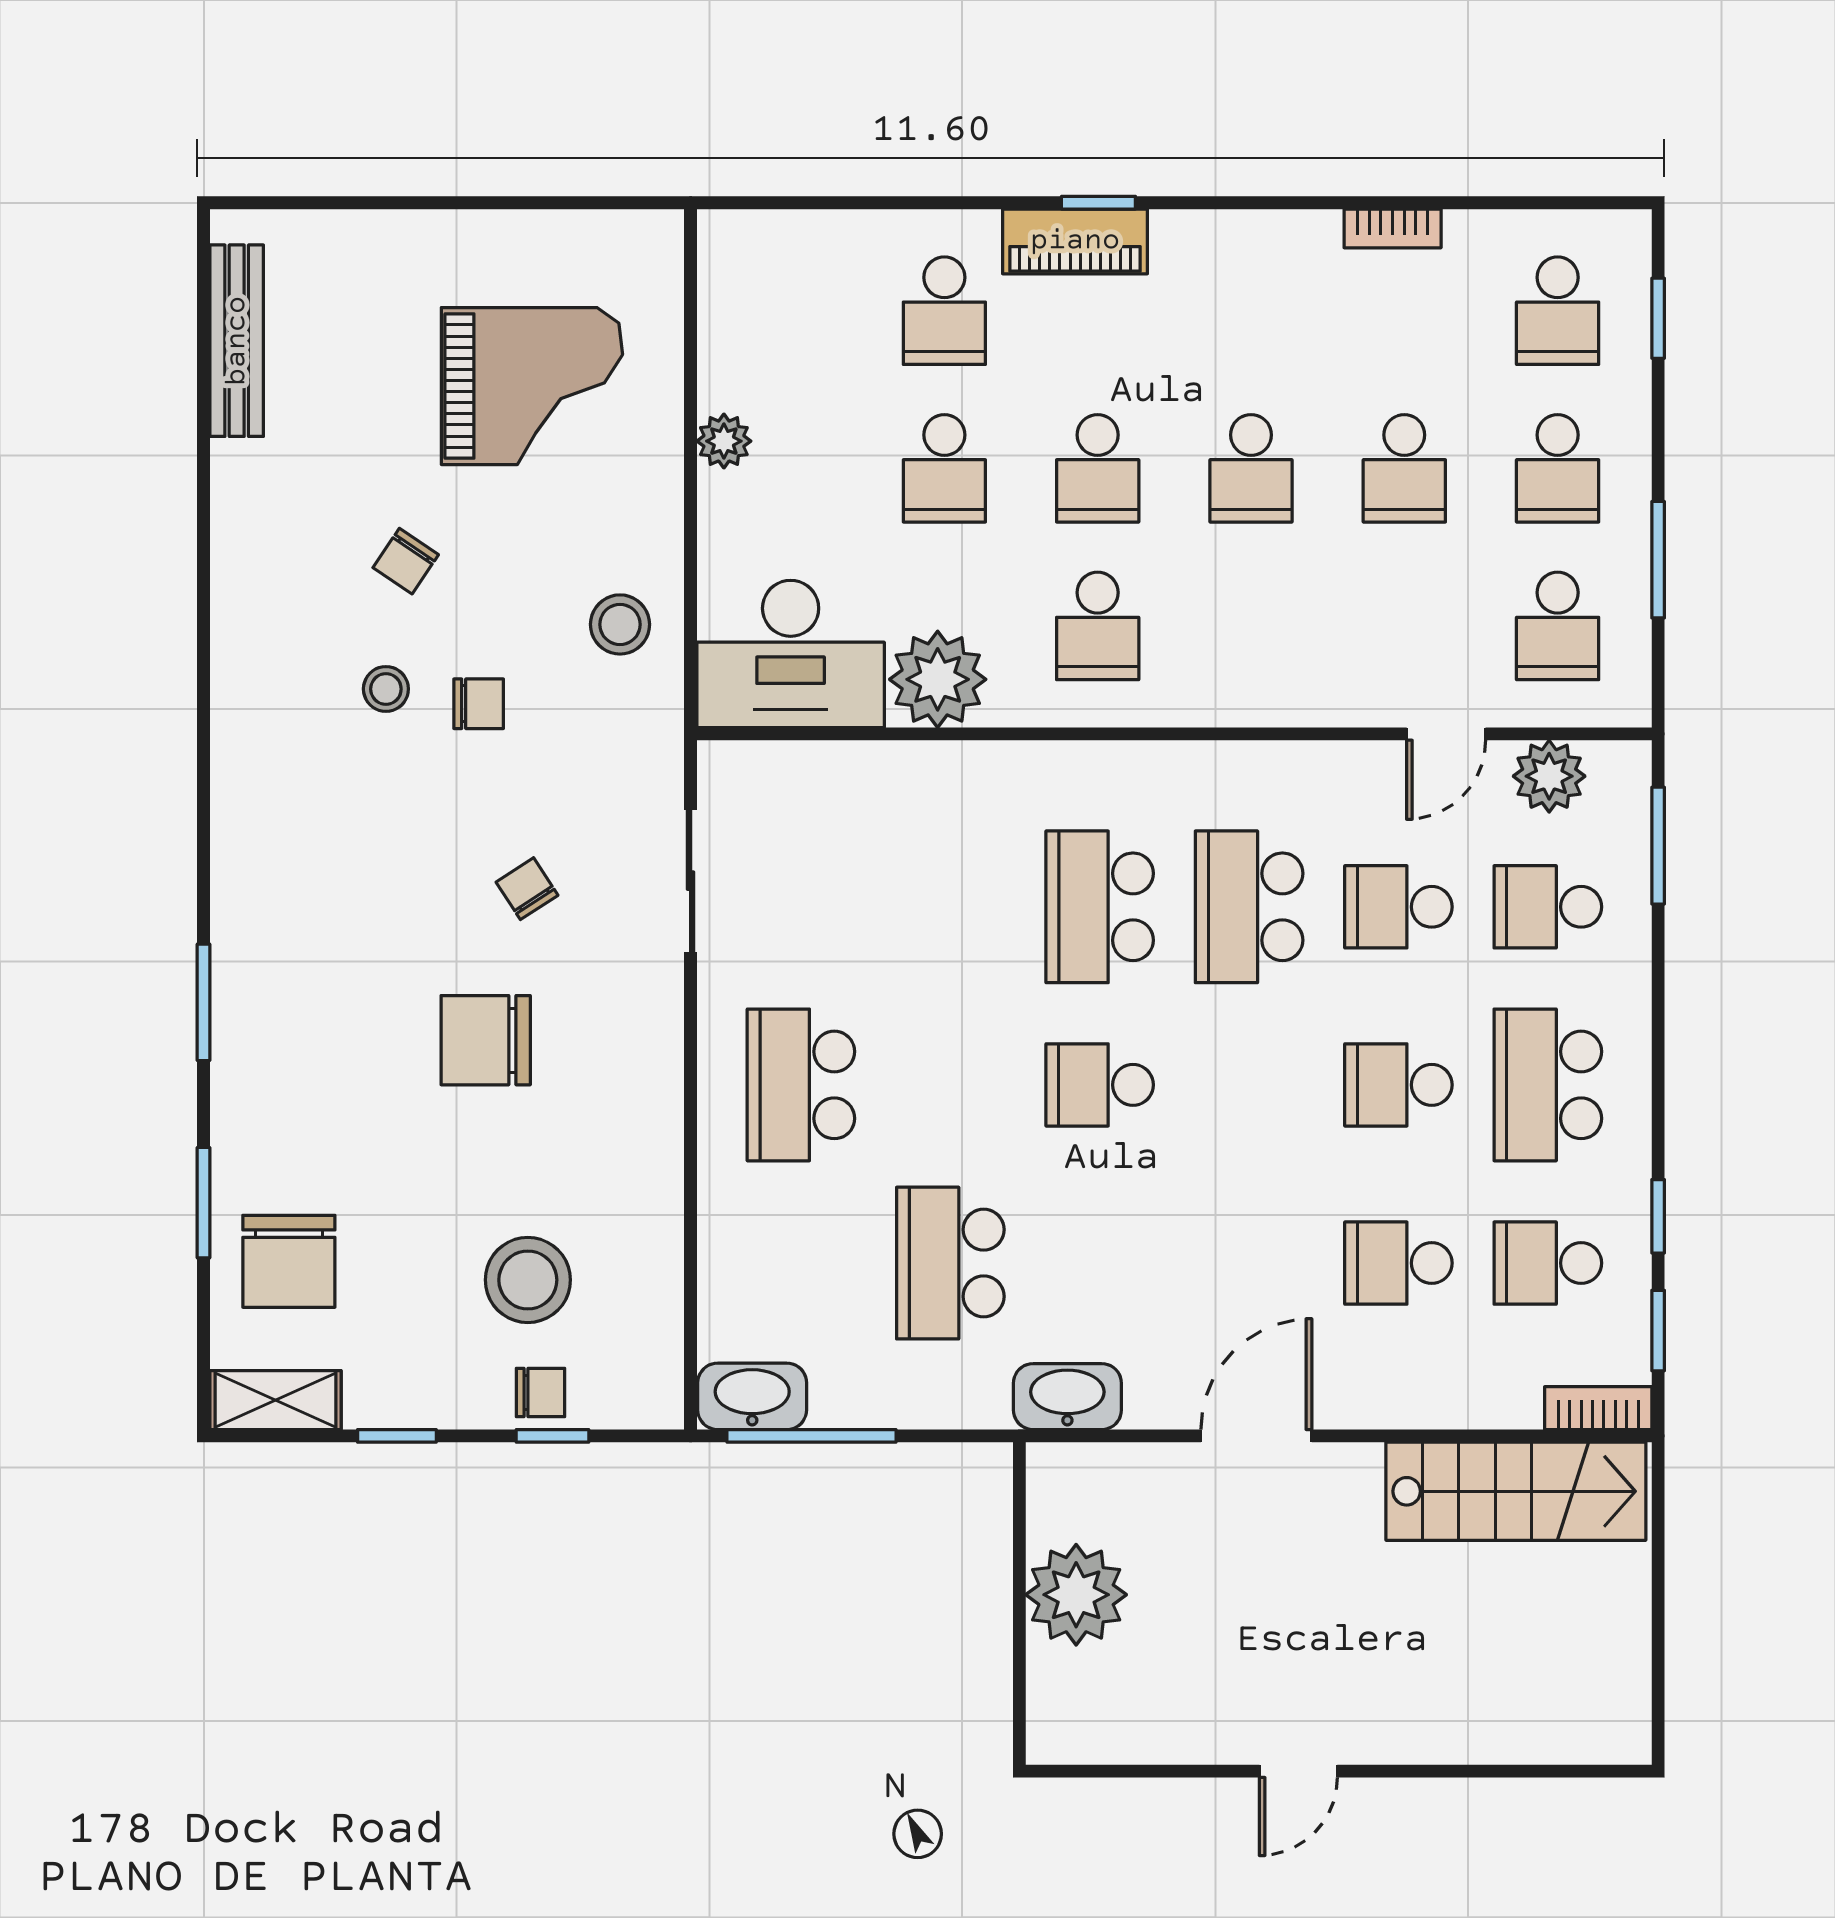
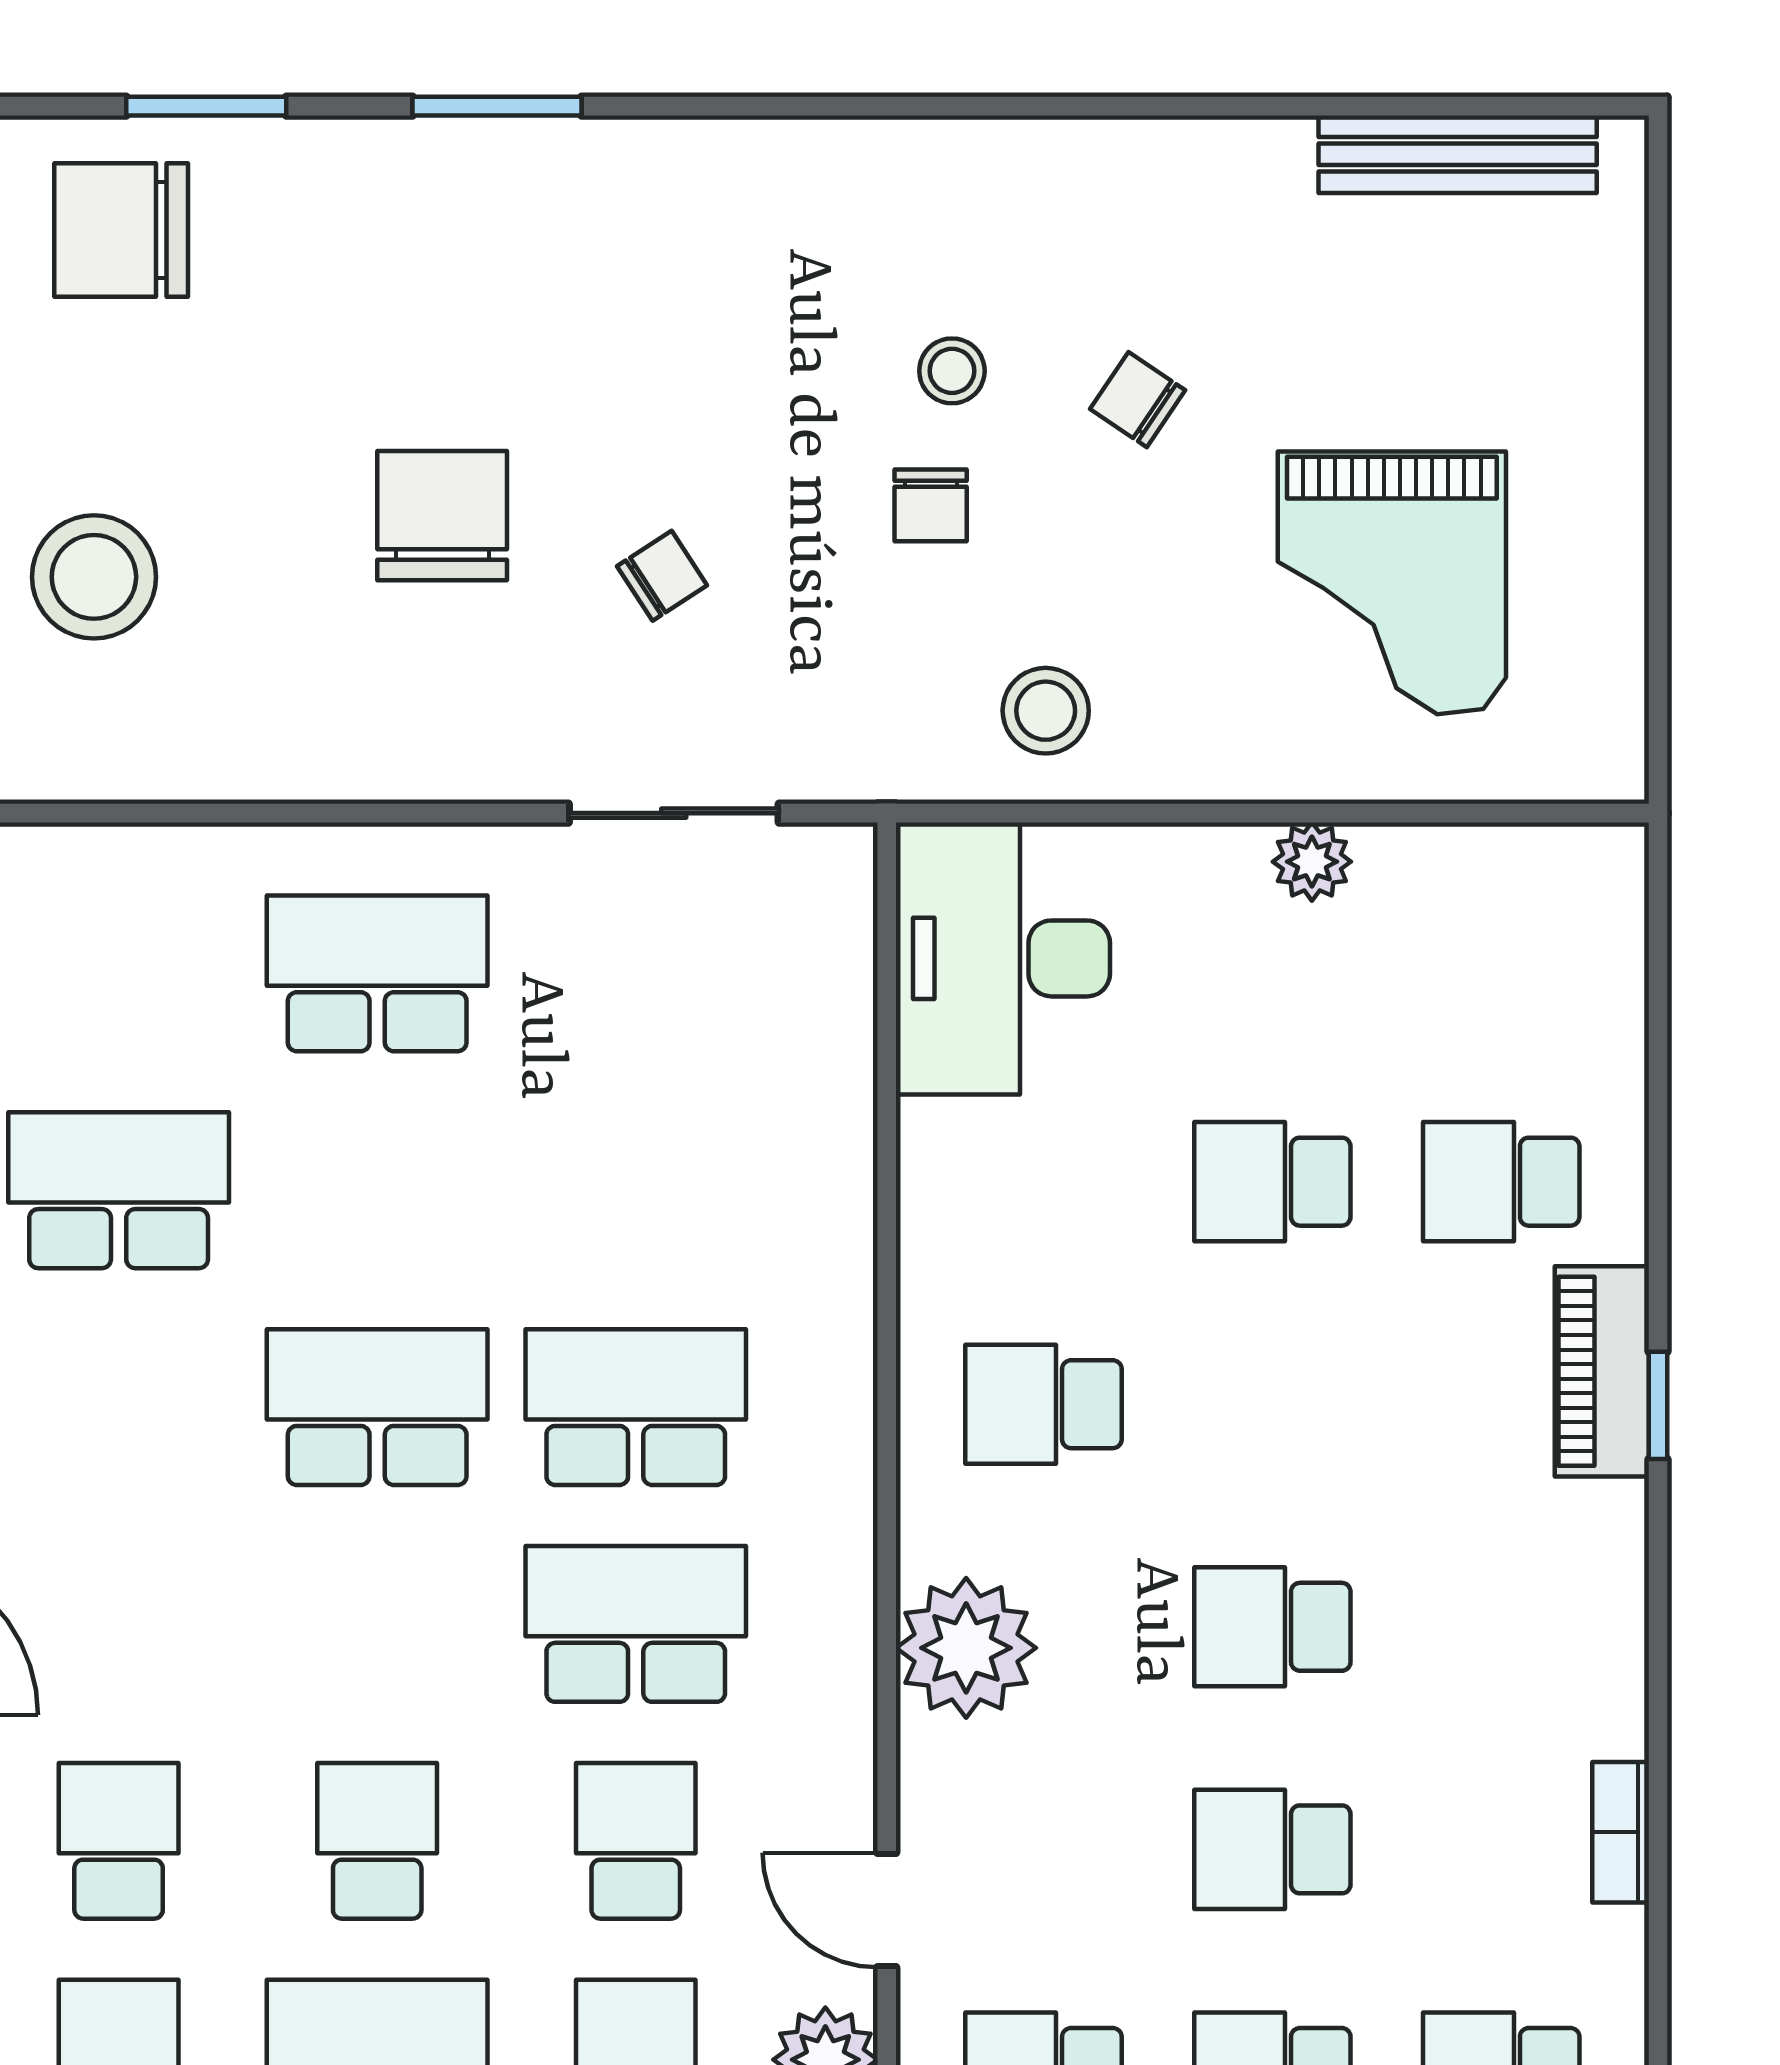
school desk: (1098, 468) -> (1272, 1404), removed
plant: (938, 679) -> (966, 1648), moved
school desk: (1100, 1085) -> (377, 1407), width x1.85

